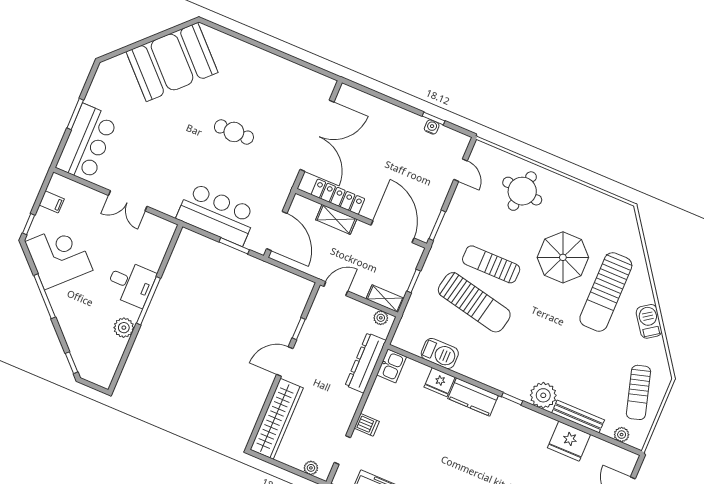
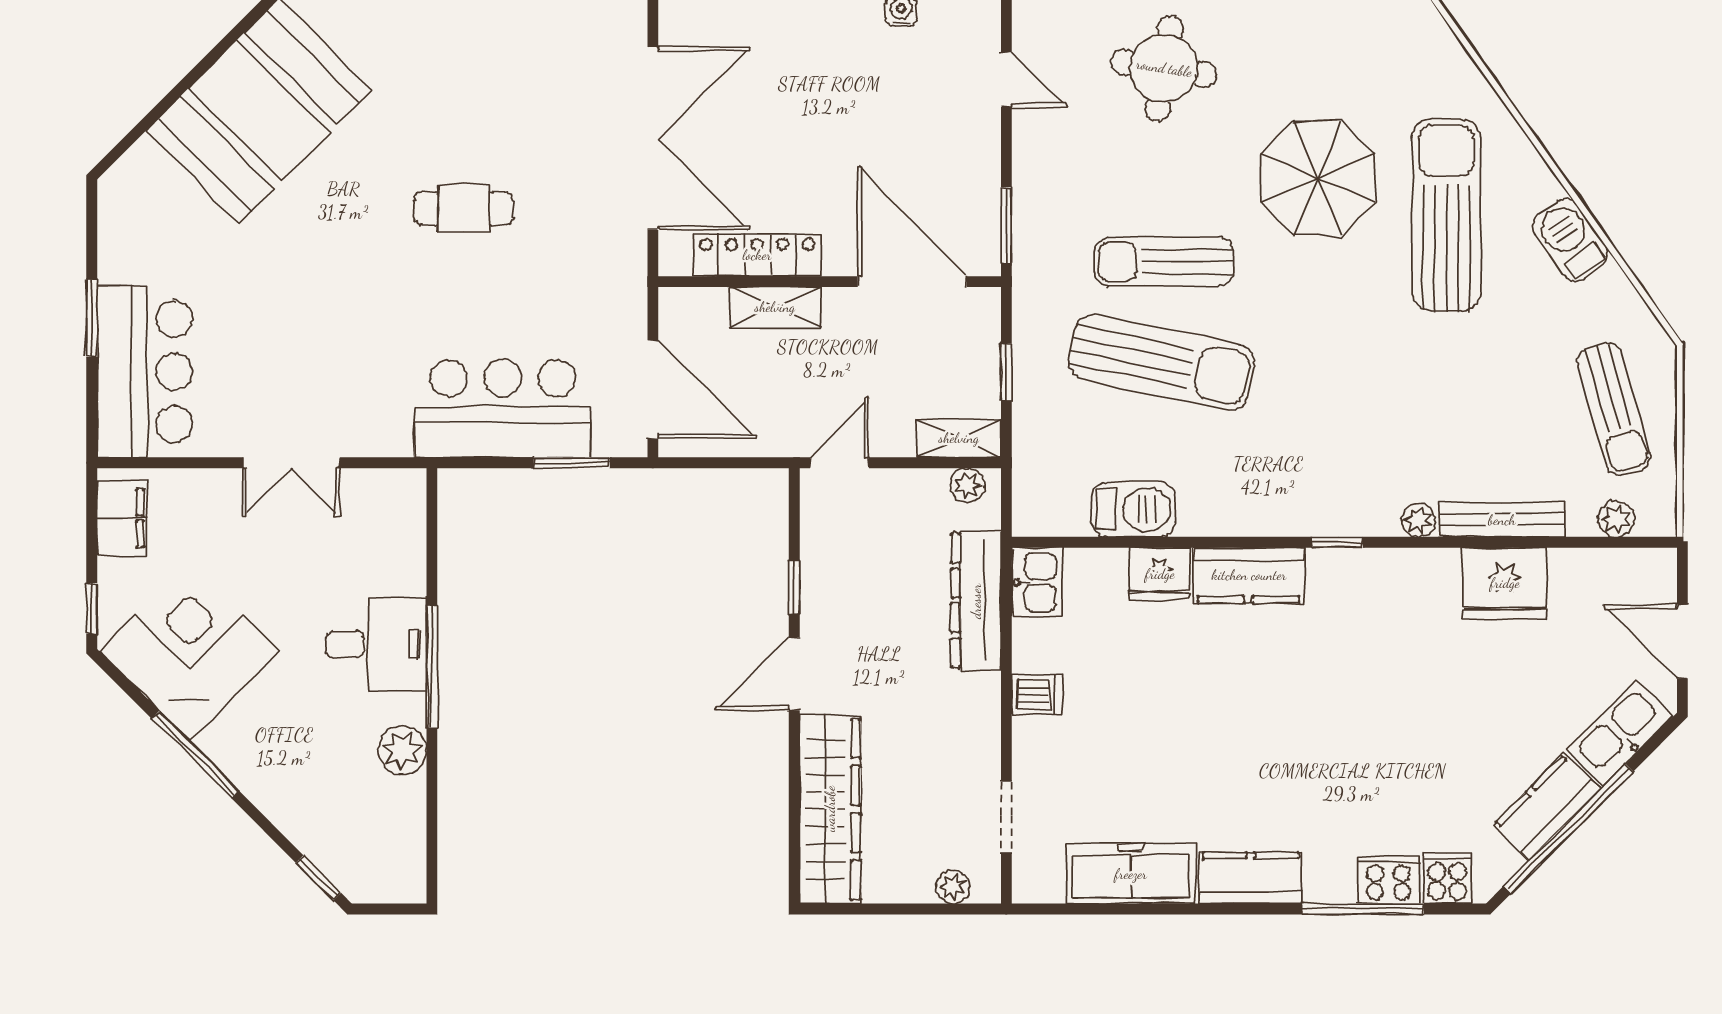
filing cabinet: (52, 202) -> (122, 518), width x2.00
sun lounger: (606, 292) -> (1446, 215), turned 180
plant: (543, 395) -> (1419, 520), width x0.53, depth x0.53
dishwasher: (367, 425) -> (1037, 695), moved

